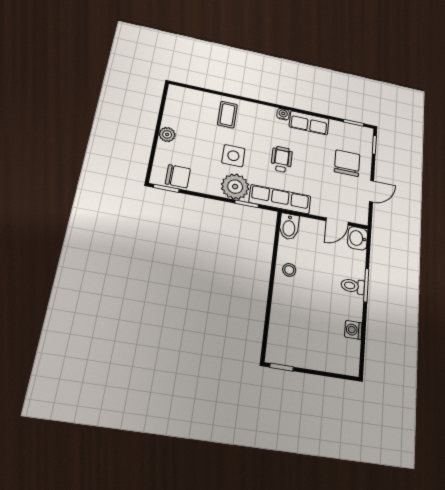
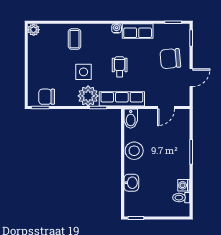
plant: (167, 134) -> (34, 30), moved
chair: (347, 163) -> (170, 59), turned -95
chair: (178, 176) -> (47, 97), turned 180
washbasin: (358, 238) -> (131, 183), moved, turned 180
stool: (289, 270) -> (134, 151), width x1.89, depth x1.89
toilet: (353, 286) -> (181, 198), moved

